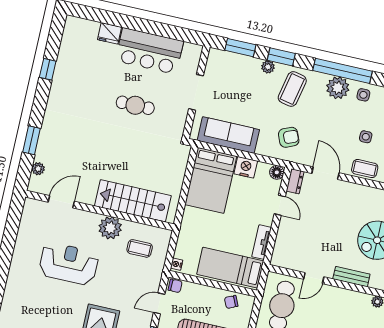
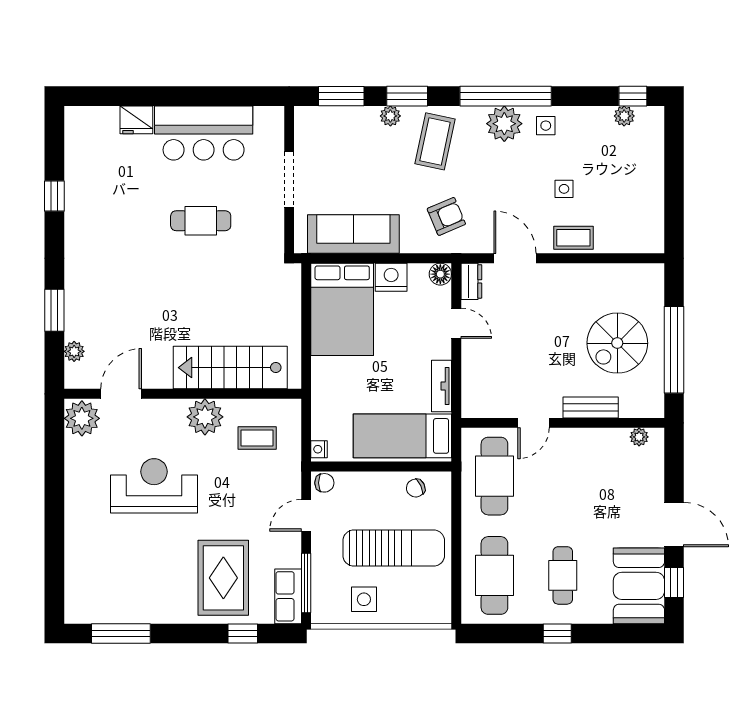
plant: (33, 211) -> (82, 418), added

